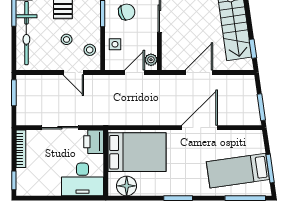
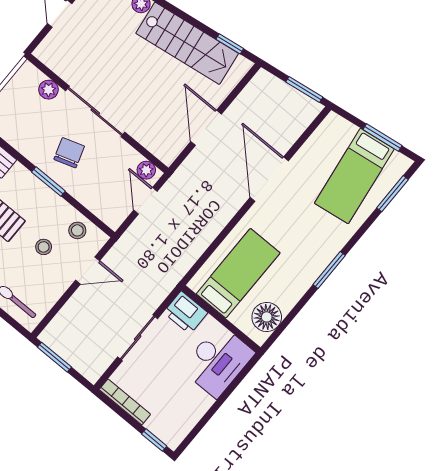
side table: (115, 44) -> (95, 196), removed
bed: (137, 152) -> (238, 273), width x0.67
window: (245, 198) -> (393, 194), width x0.69

